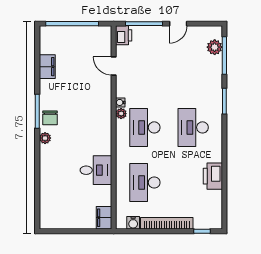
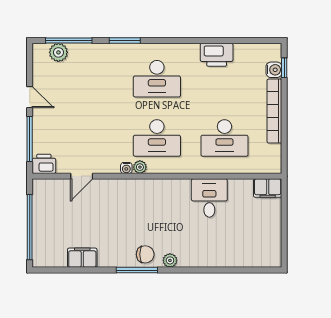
water cooler: (133, 223) -> (274, 70), moved

